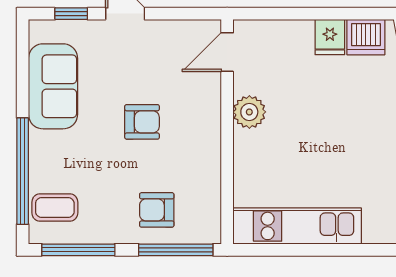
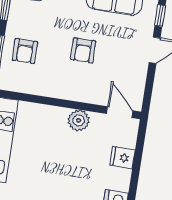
fridge: (330, 37) -> (122, 158), moved
armchair: (157, 210) -> (25, 51), turned 180

